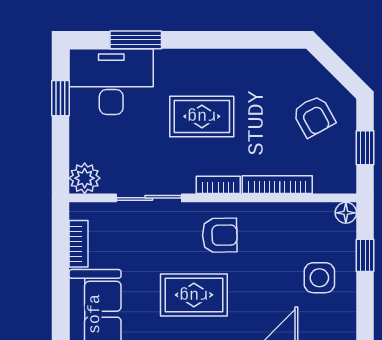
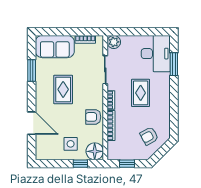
window: (61, 98) -> (149, 32), removed
armchair: (314, 116) -> (149, 136), moved
floor lamp: (346, 213) -> (95, 151), width x1.89, depth x1.89
armchair: (220, 235) -> (93, 117), moved, turned 91

